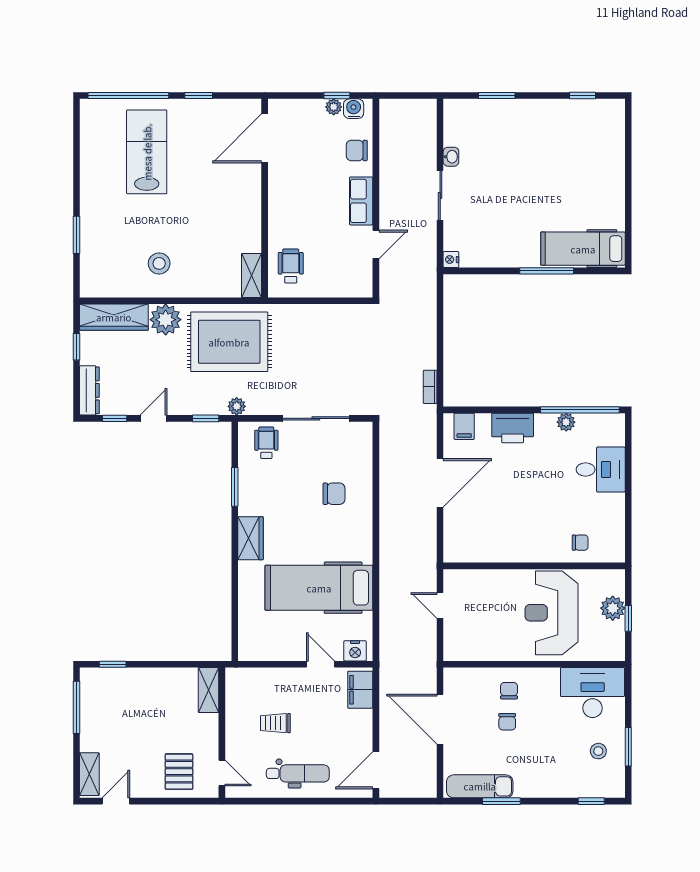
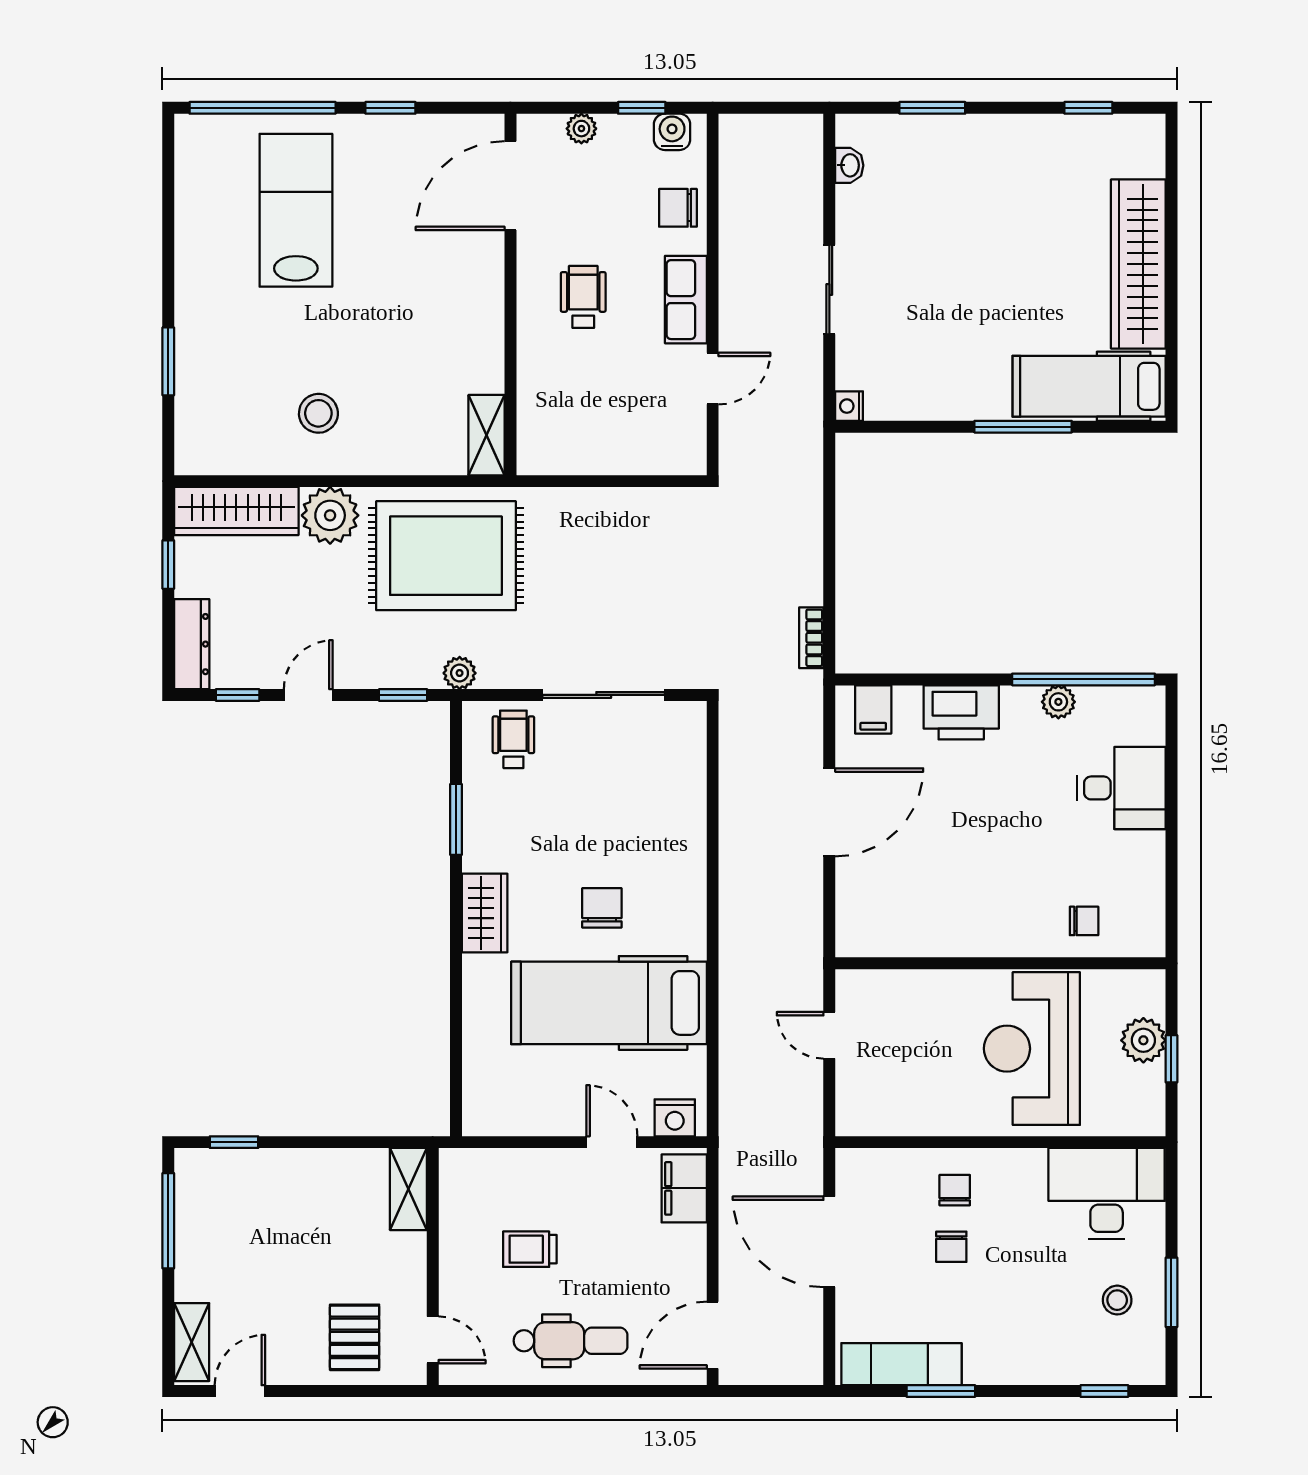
plant: (334, 107) -> (581, 129), moved
washbasin: (451, 157) -> (849, 165), moved
wardrobe: (610, 181) -> (1138, 264), added
wheelchair: (291, 266) -> (583, 297), moved
chair: (334, 494) -> (602, 908), moved, turned -90

